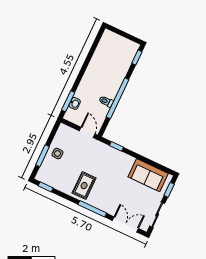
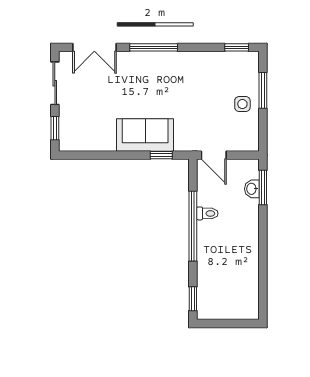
sofa: (148, 175) -> (145, 135), moved
rug: (84, 186) -> (182, 76), removed

